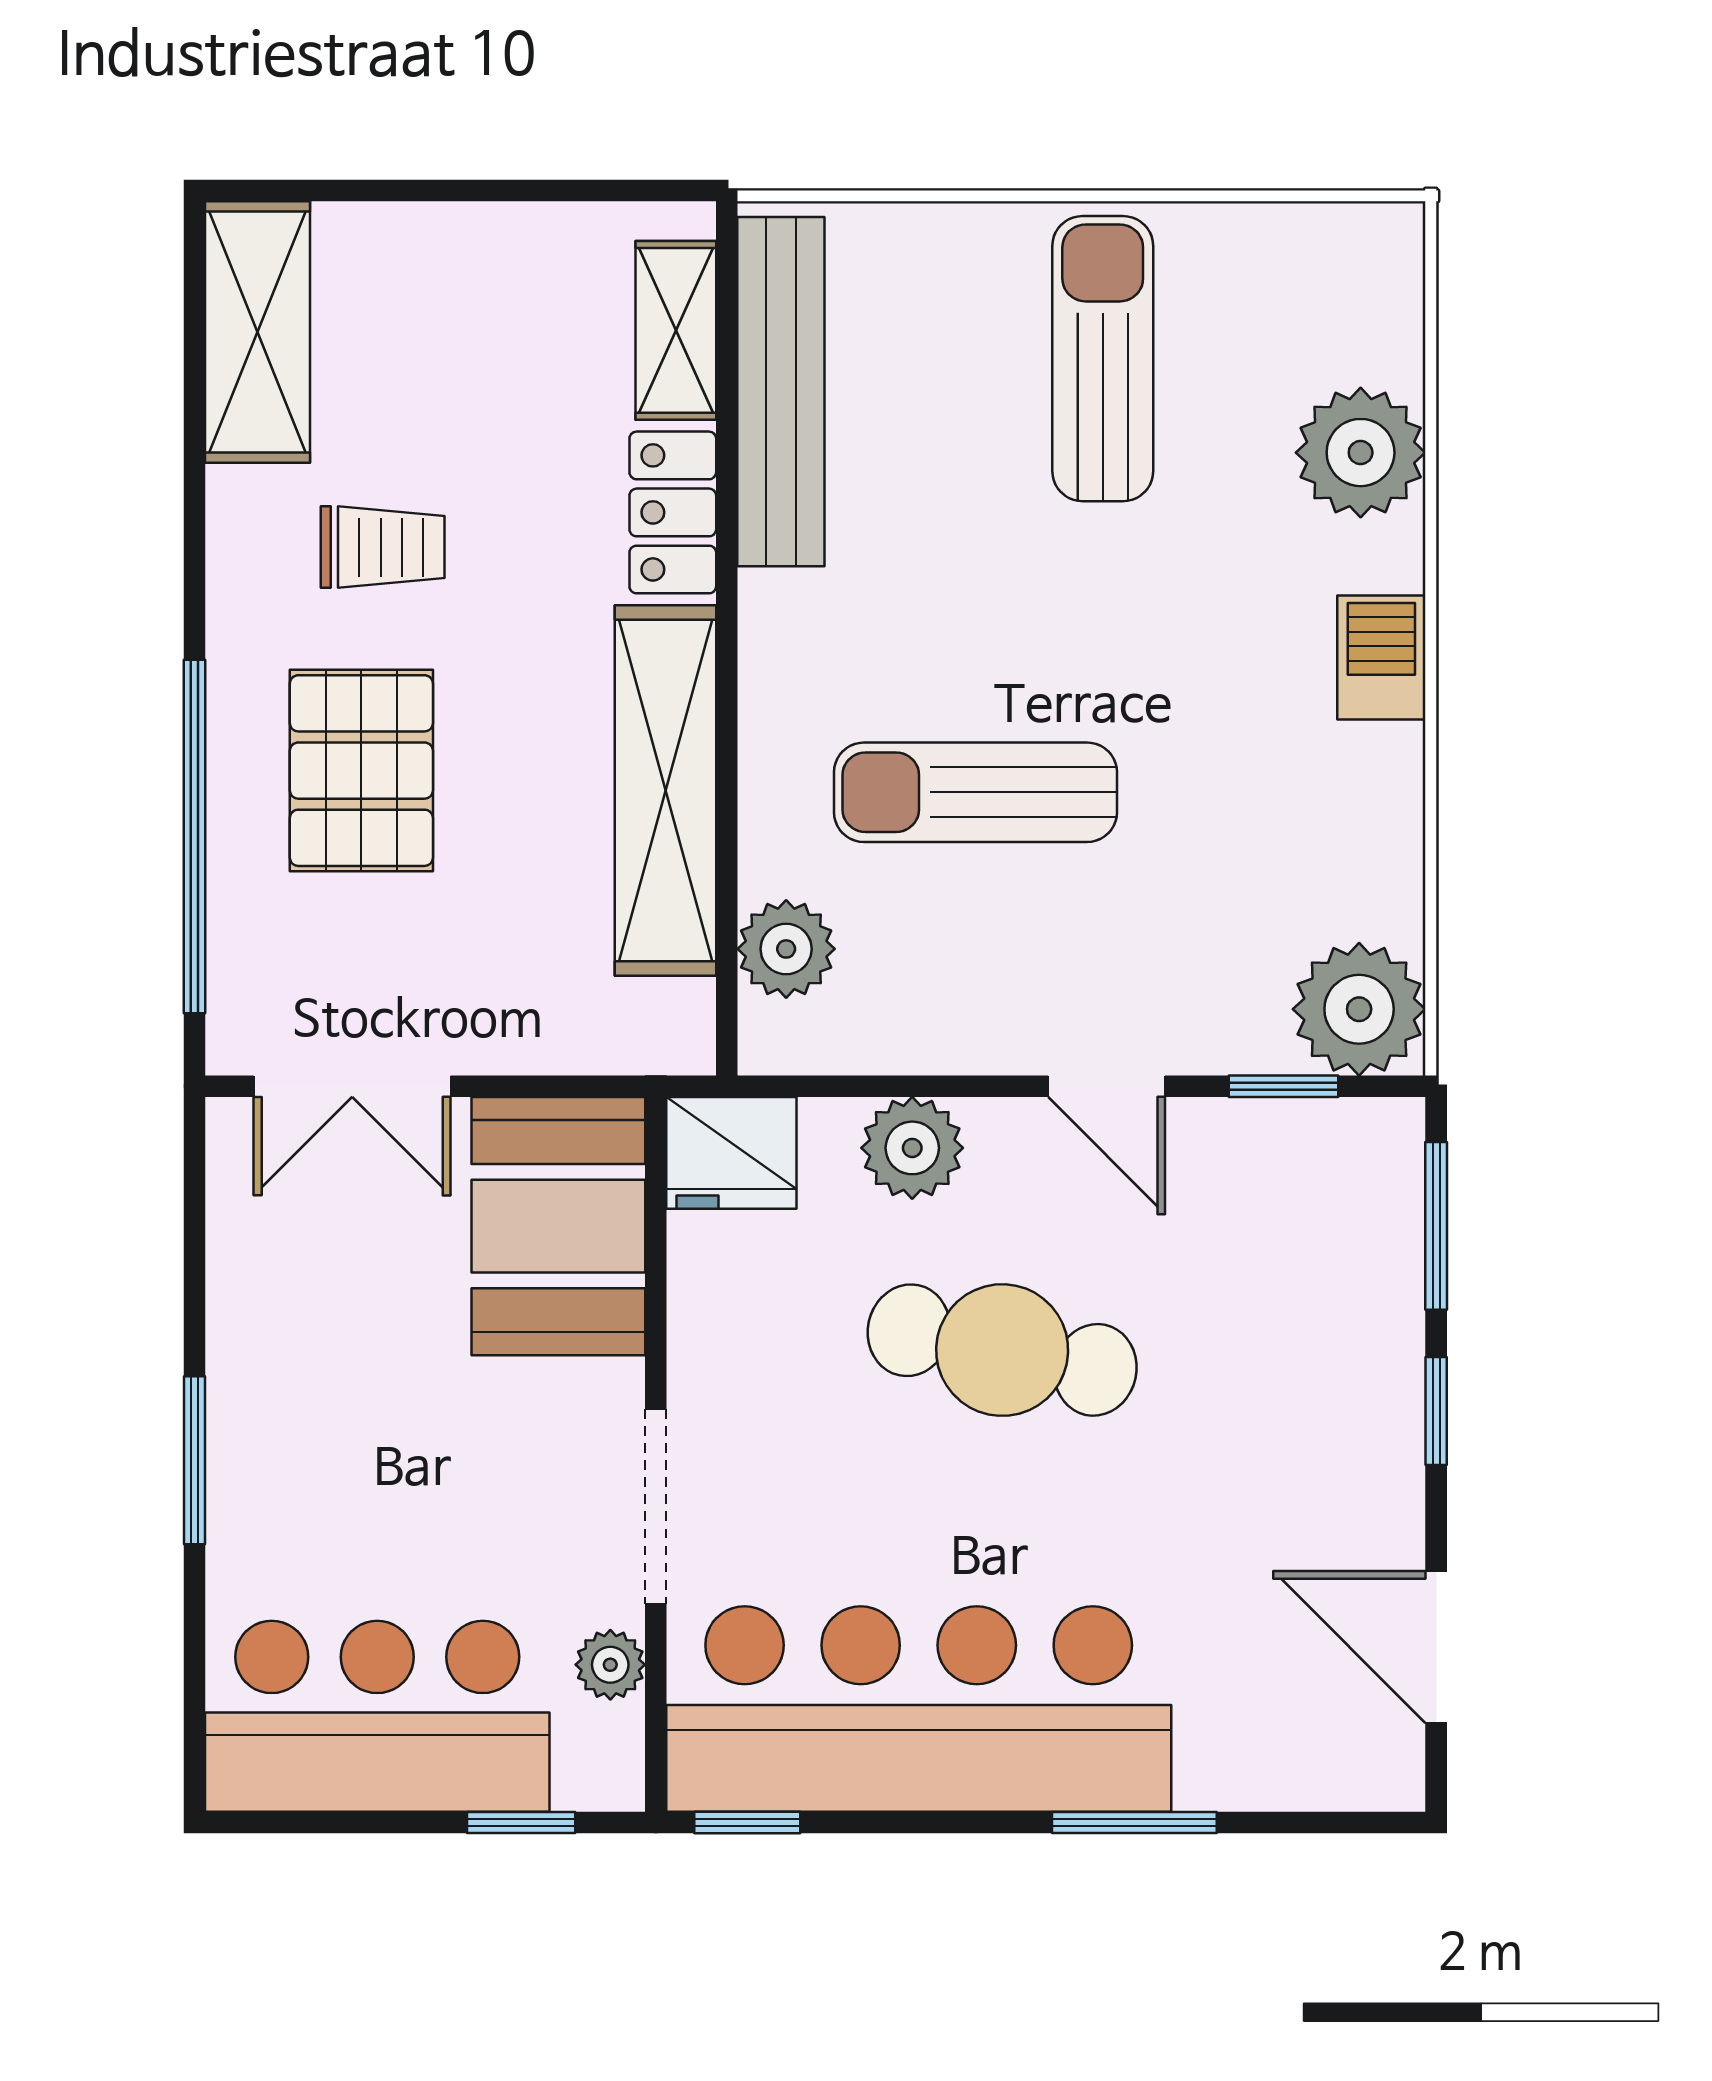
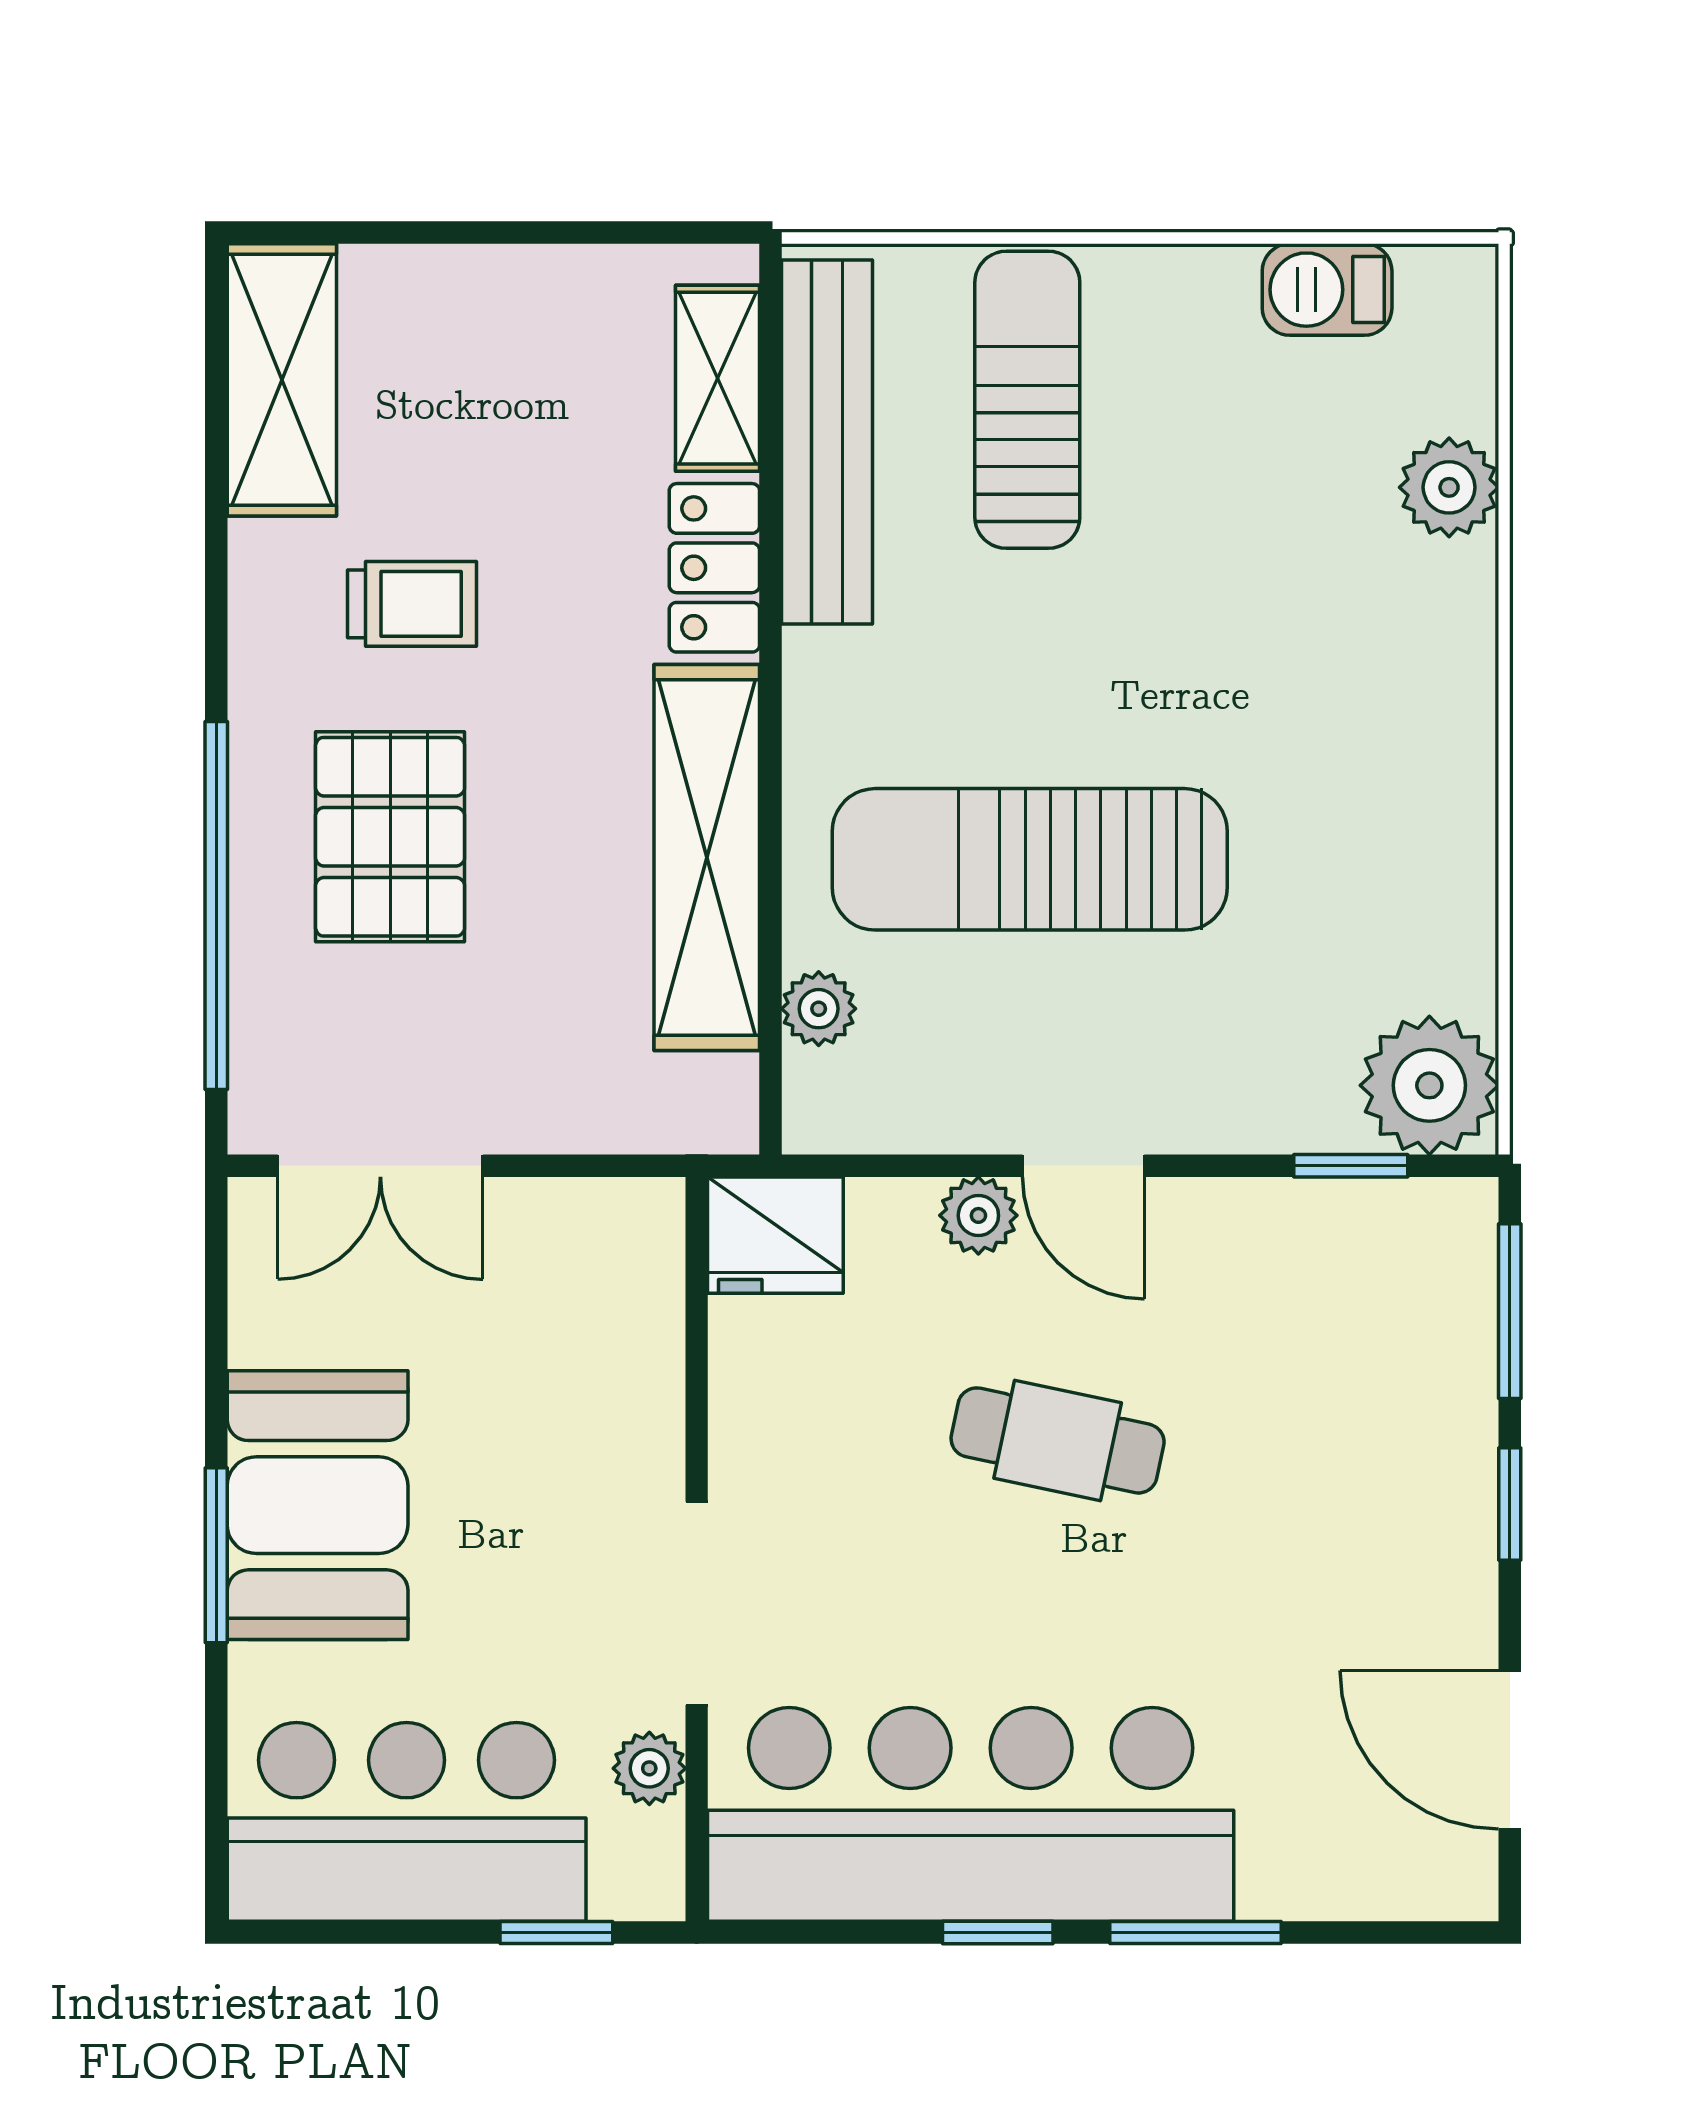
sun lounger: (1103, 359) -> (1027, 400), moved
plant: (1361, 453) -> (1449, 487), width x0.73, depth x0.73
barbecue: (1381, 658) -> (1327, 290), moved, turned -90
sun lounger: (976, 792) -> (1030, 859), width x1.36, depth x1.34
plant: (786, 949) -> (819, 1009), width x0.73, depth x0.73
door: (1107, 1086) -> (1083, 1166), moved
plant: (912, 1148) -> (978, 1215), width x0.73, depth x0.73
booth: (558, 1226) -> (318, 1505), moved
cafe table: (1002, 1350) -> (1058, 1440), width x0.73, depth x0.74
window: (747, 1822) -> (998, 1933), moved

